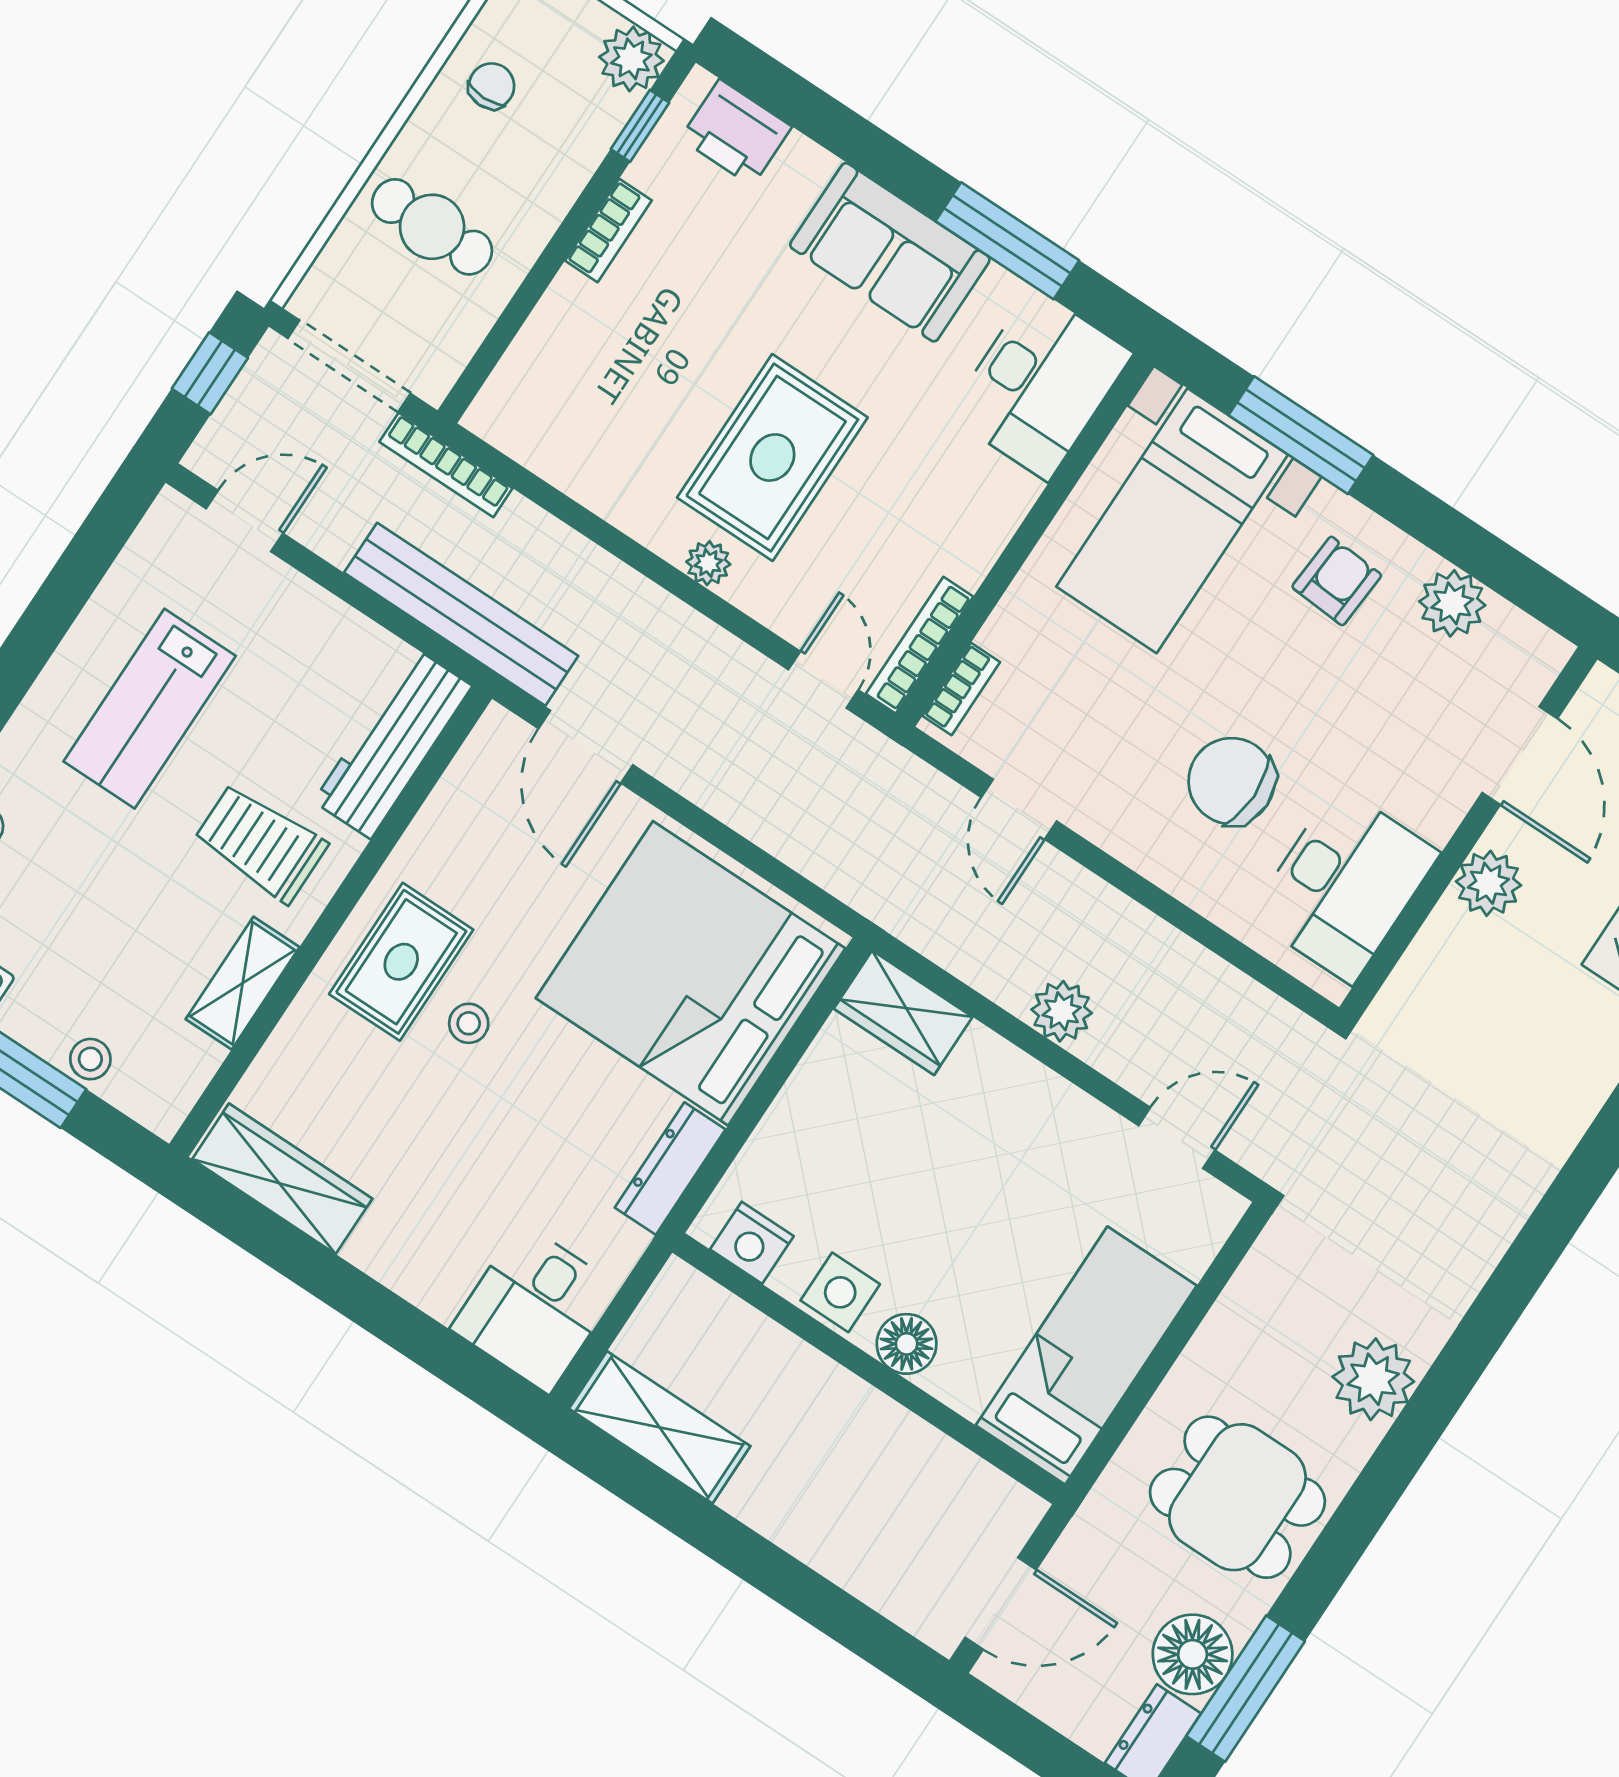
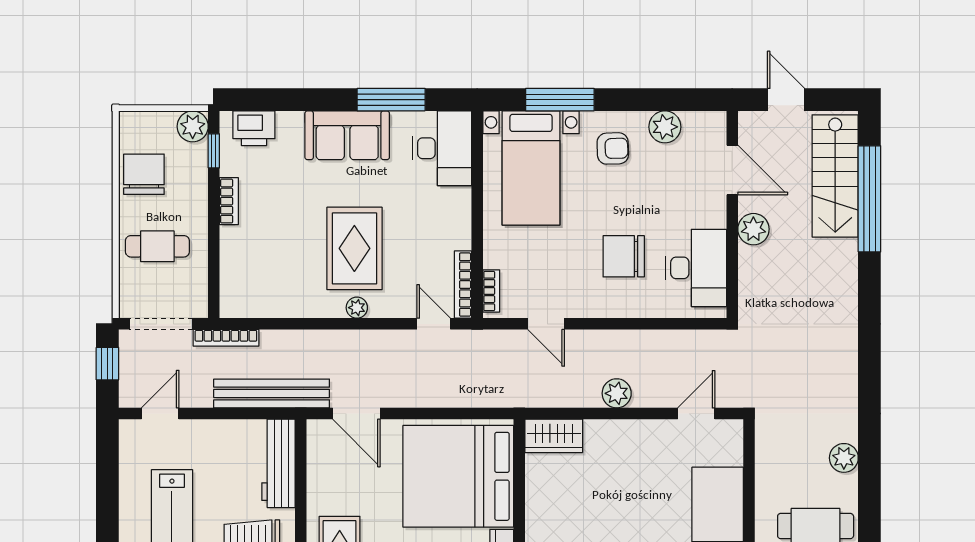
chair: (492, 86) -> (144, 174), width x1.87, depth x1.87
armchair: (1337, 581) -> (613, 148), turned 84
plant: (1373, 1379) -> (844, 458), width x0.73, depth x0.73

